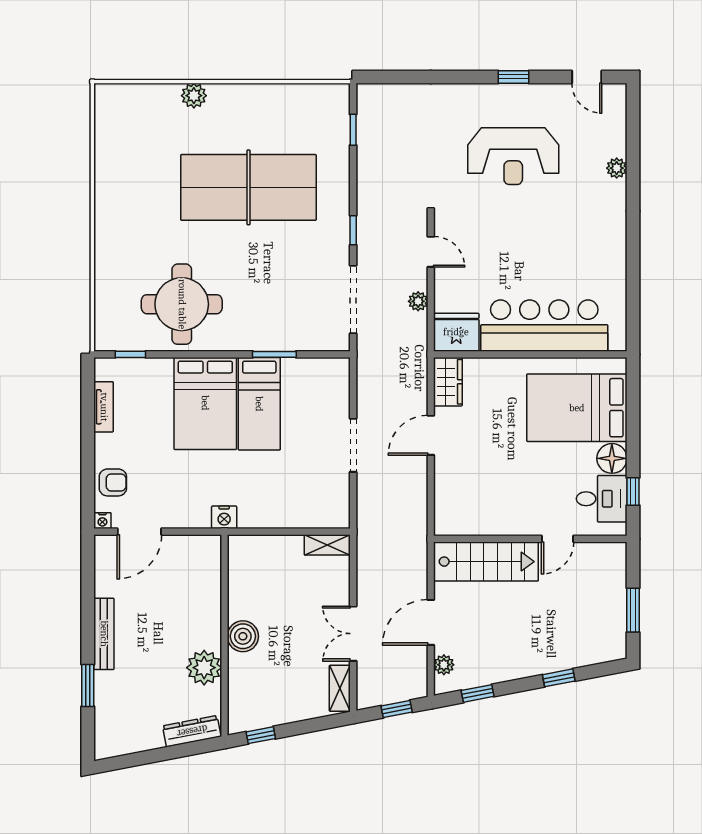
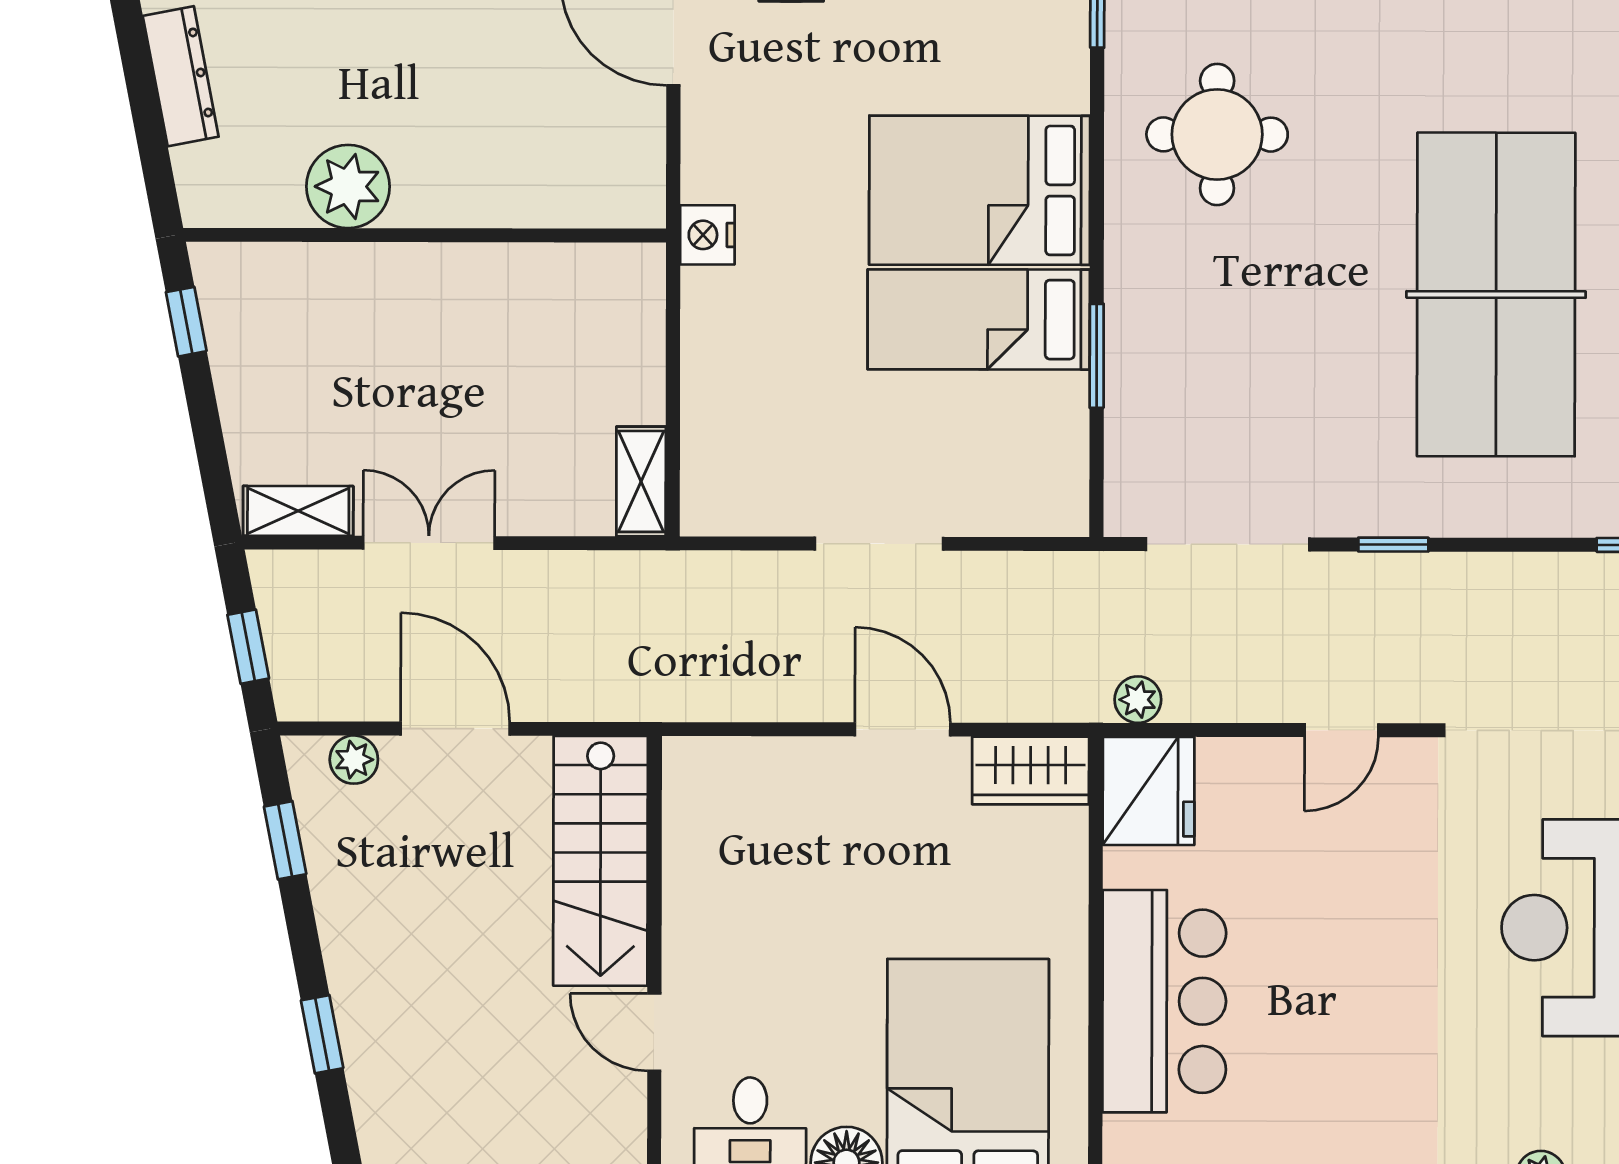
plant: (418, 301) -> (1138, 700), moved
round table: (182, 304) -> (1217, 134), width x0.73, depth x0.73
bar counter: (544, 326) -> (1164, 1001), width x0.73
boiler: (243, 636) -> (423, 279), removed
dresser: (192, 731) -> (181, 76), moved

